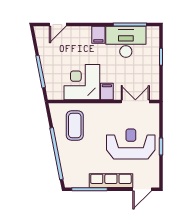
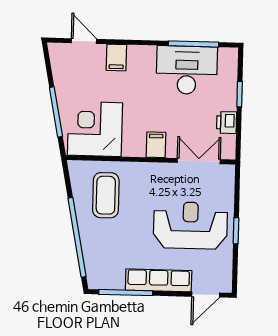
door: (58, 25) -> (84, 41), swing flipped
filing cabinet: (98, 35) -> (116, 58), moved
printer: (153, 76) -> (227, 123), added
corner desk: (82, 82) -> (95, 129), moved

